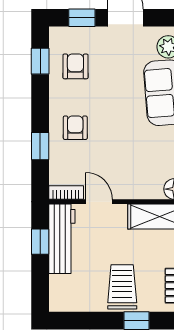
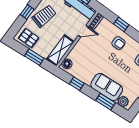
trolley: (122, 287) -> (44, 16), turned -75

